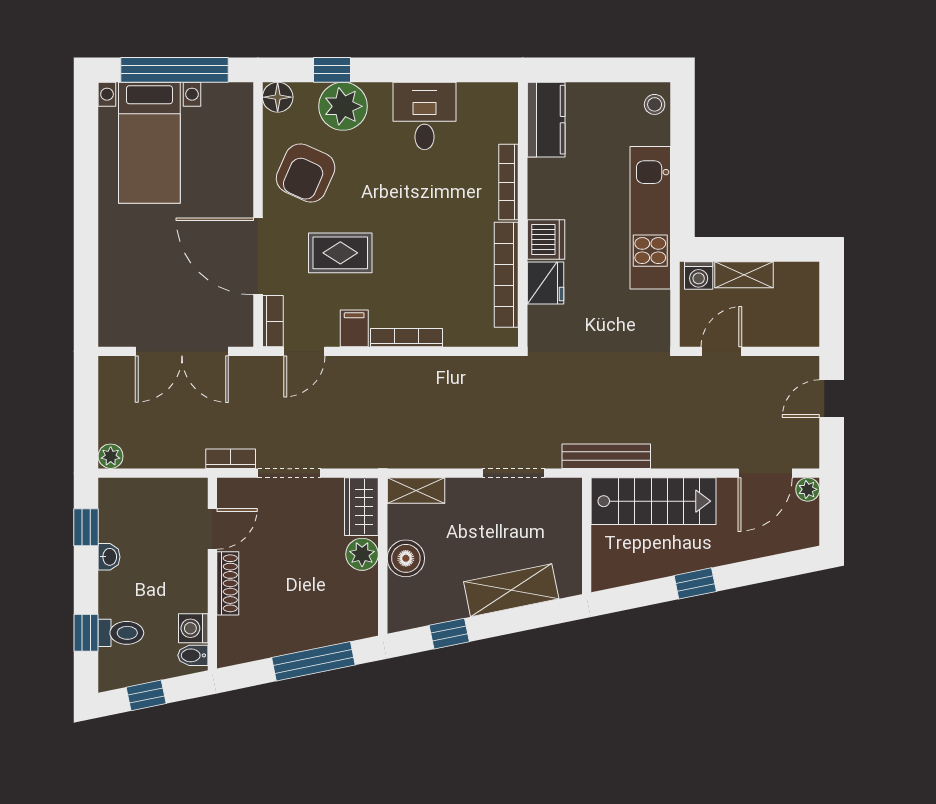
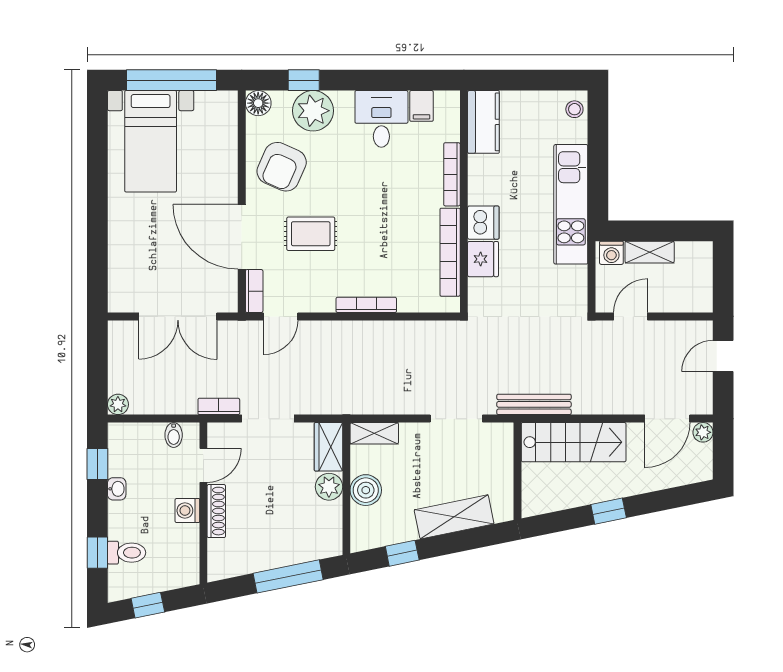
filing cabinet: (354, 328) -> (421, 106), moved, turned 180
washing machine: (193, 628) -> (187, 511), moved
bidet: (193, 655) -> (174, 435), moved, turned -90

